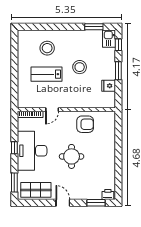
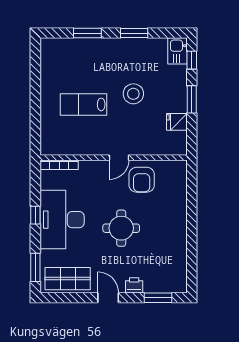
window: (49, 27) -> (87, 33), added
window: (94, 27) -> (134, 33), moved
stool: (47, 48) -> (85, 65), removed
door: (52, 110) -> (119, 158), moved
armchair: (85, 124) -> (142, 180), turned 90
printer: (108, 194) -> (134, 285), moved

